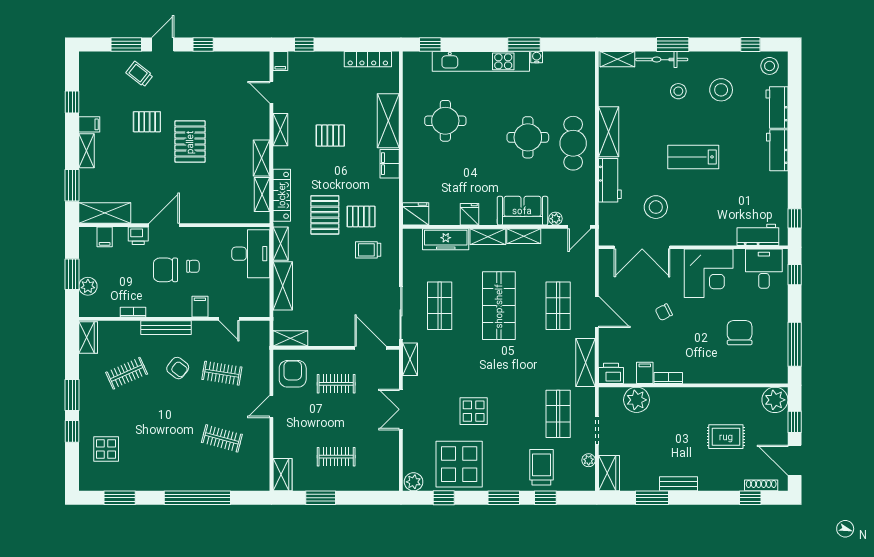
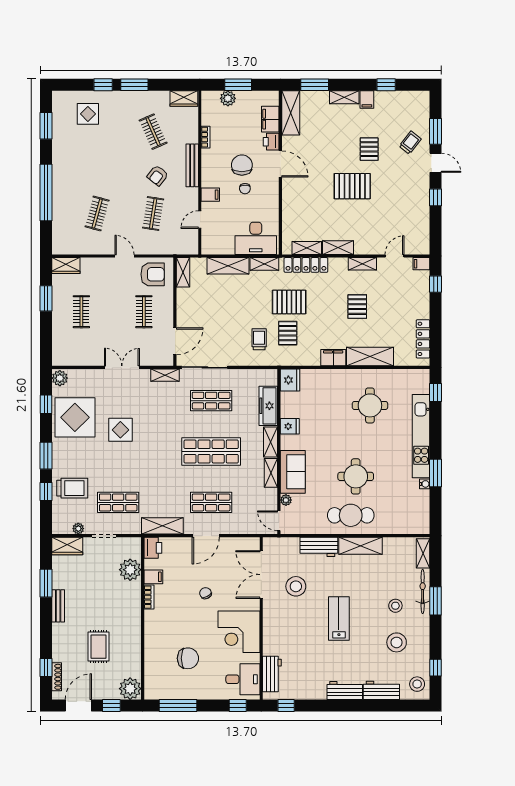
filing cabinet: (105, 237) -> (270, 119), width x2.00

